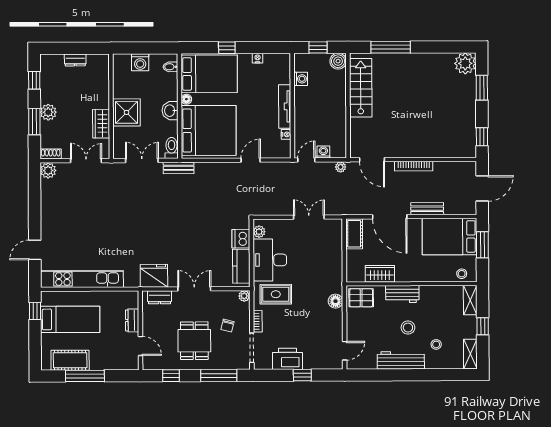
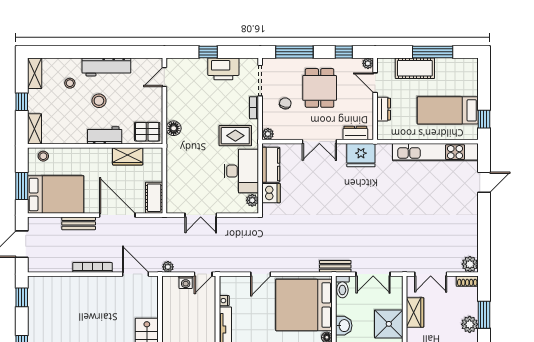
cot: (70, 360) -> (415, 68), moved
plant: (148, 365) -> (368, 63), added

